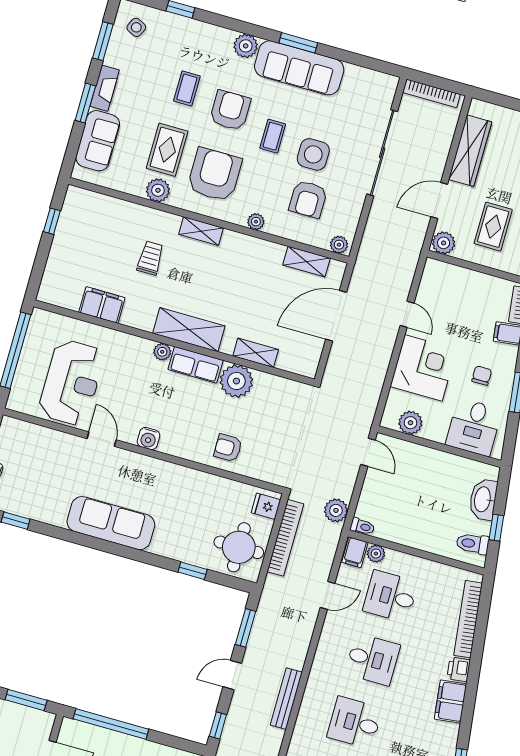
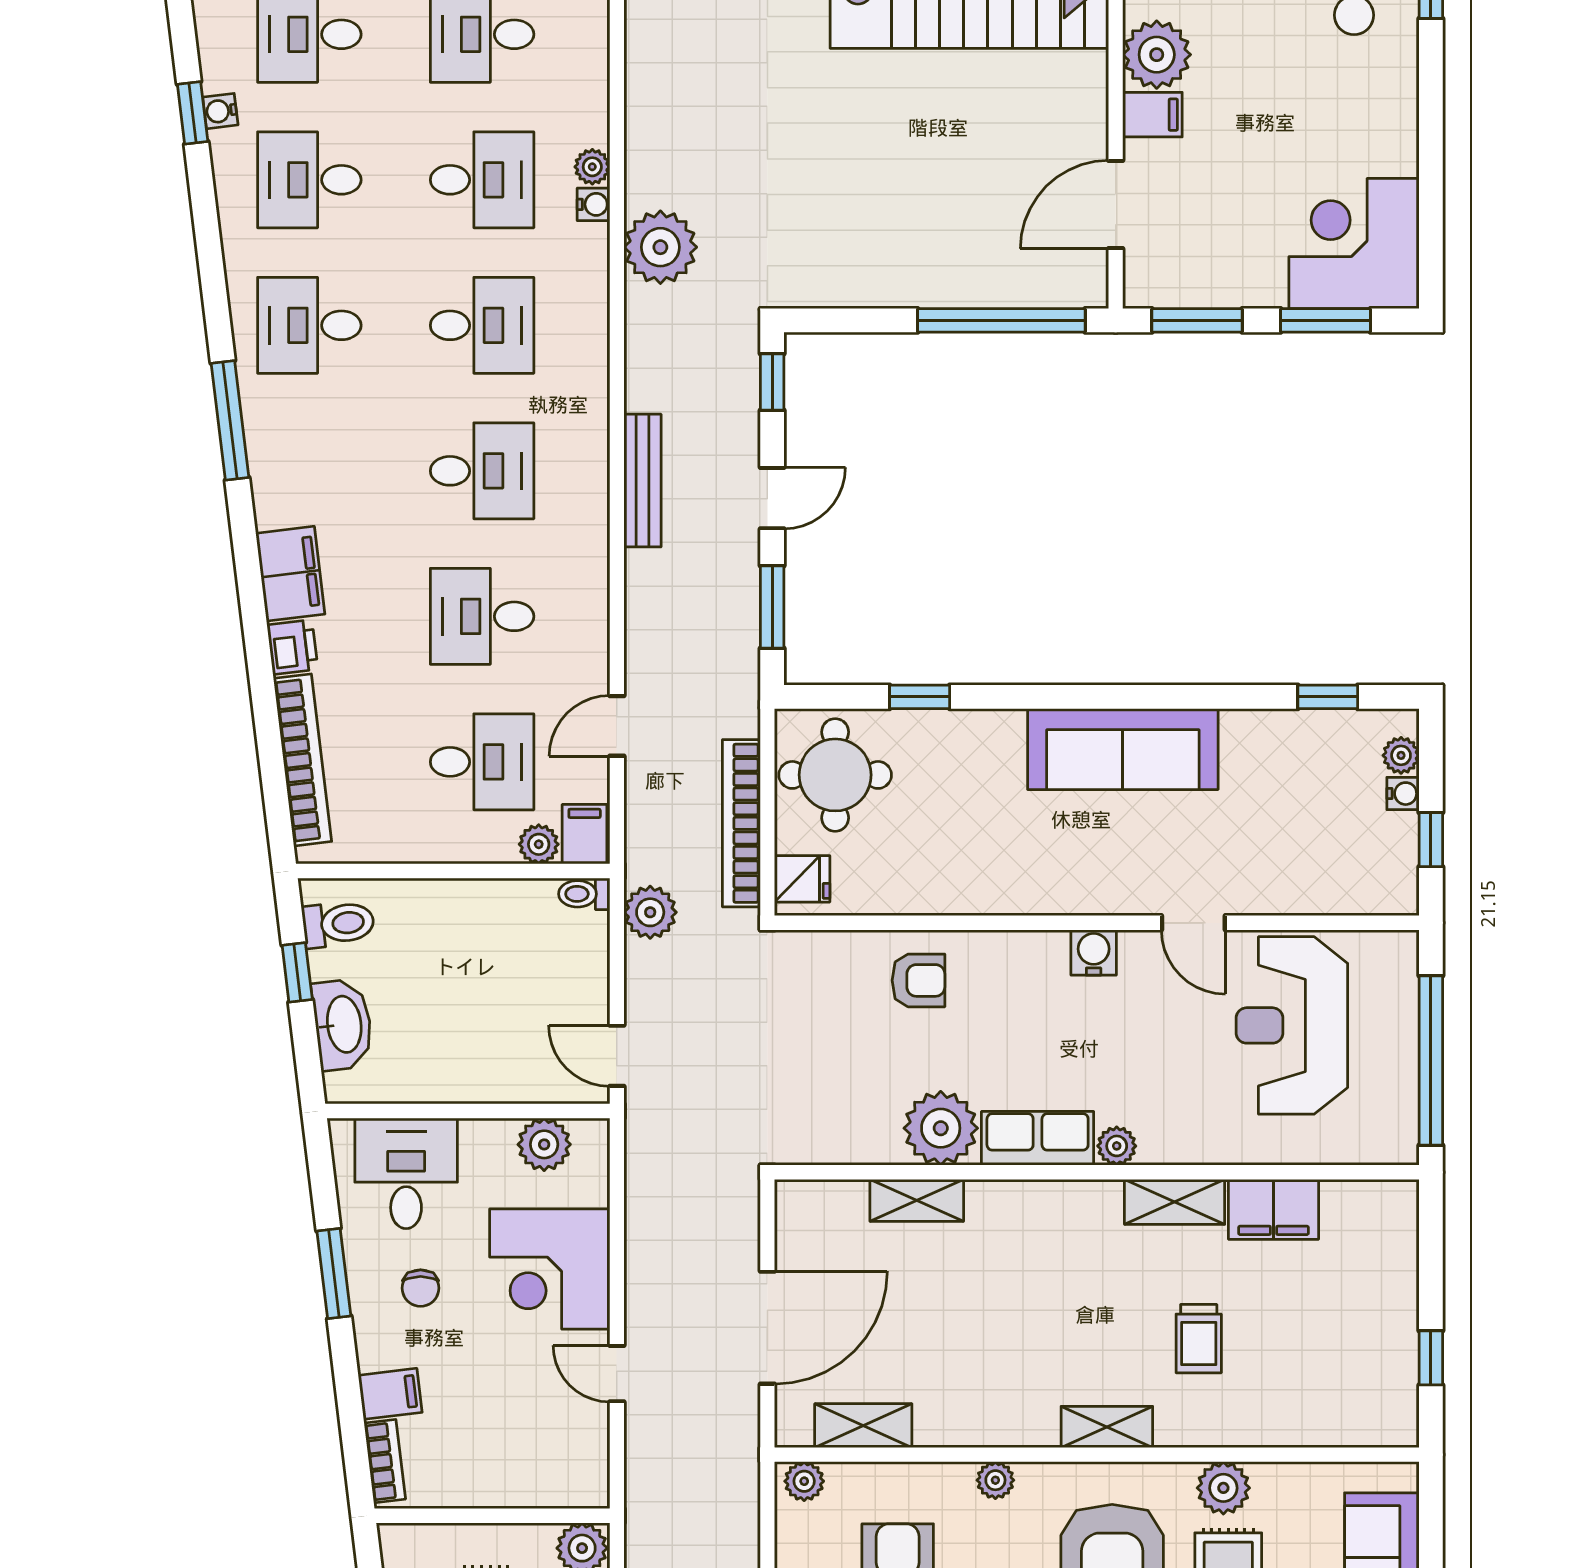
shelving: (189, 330) -> (1175, 1202), moved, width x0.67, depth x0.75

